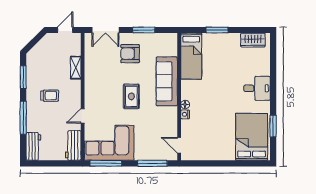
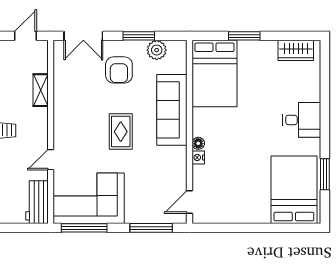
plant: (156, 40) -> (157, 50), added
armchair: (130, 54) -> (119, 70), turned -90
bed: (191, 56) -> (214, 74), width x1.50
door: (179, 145) -> (189, 202), hinge flipped

